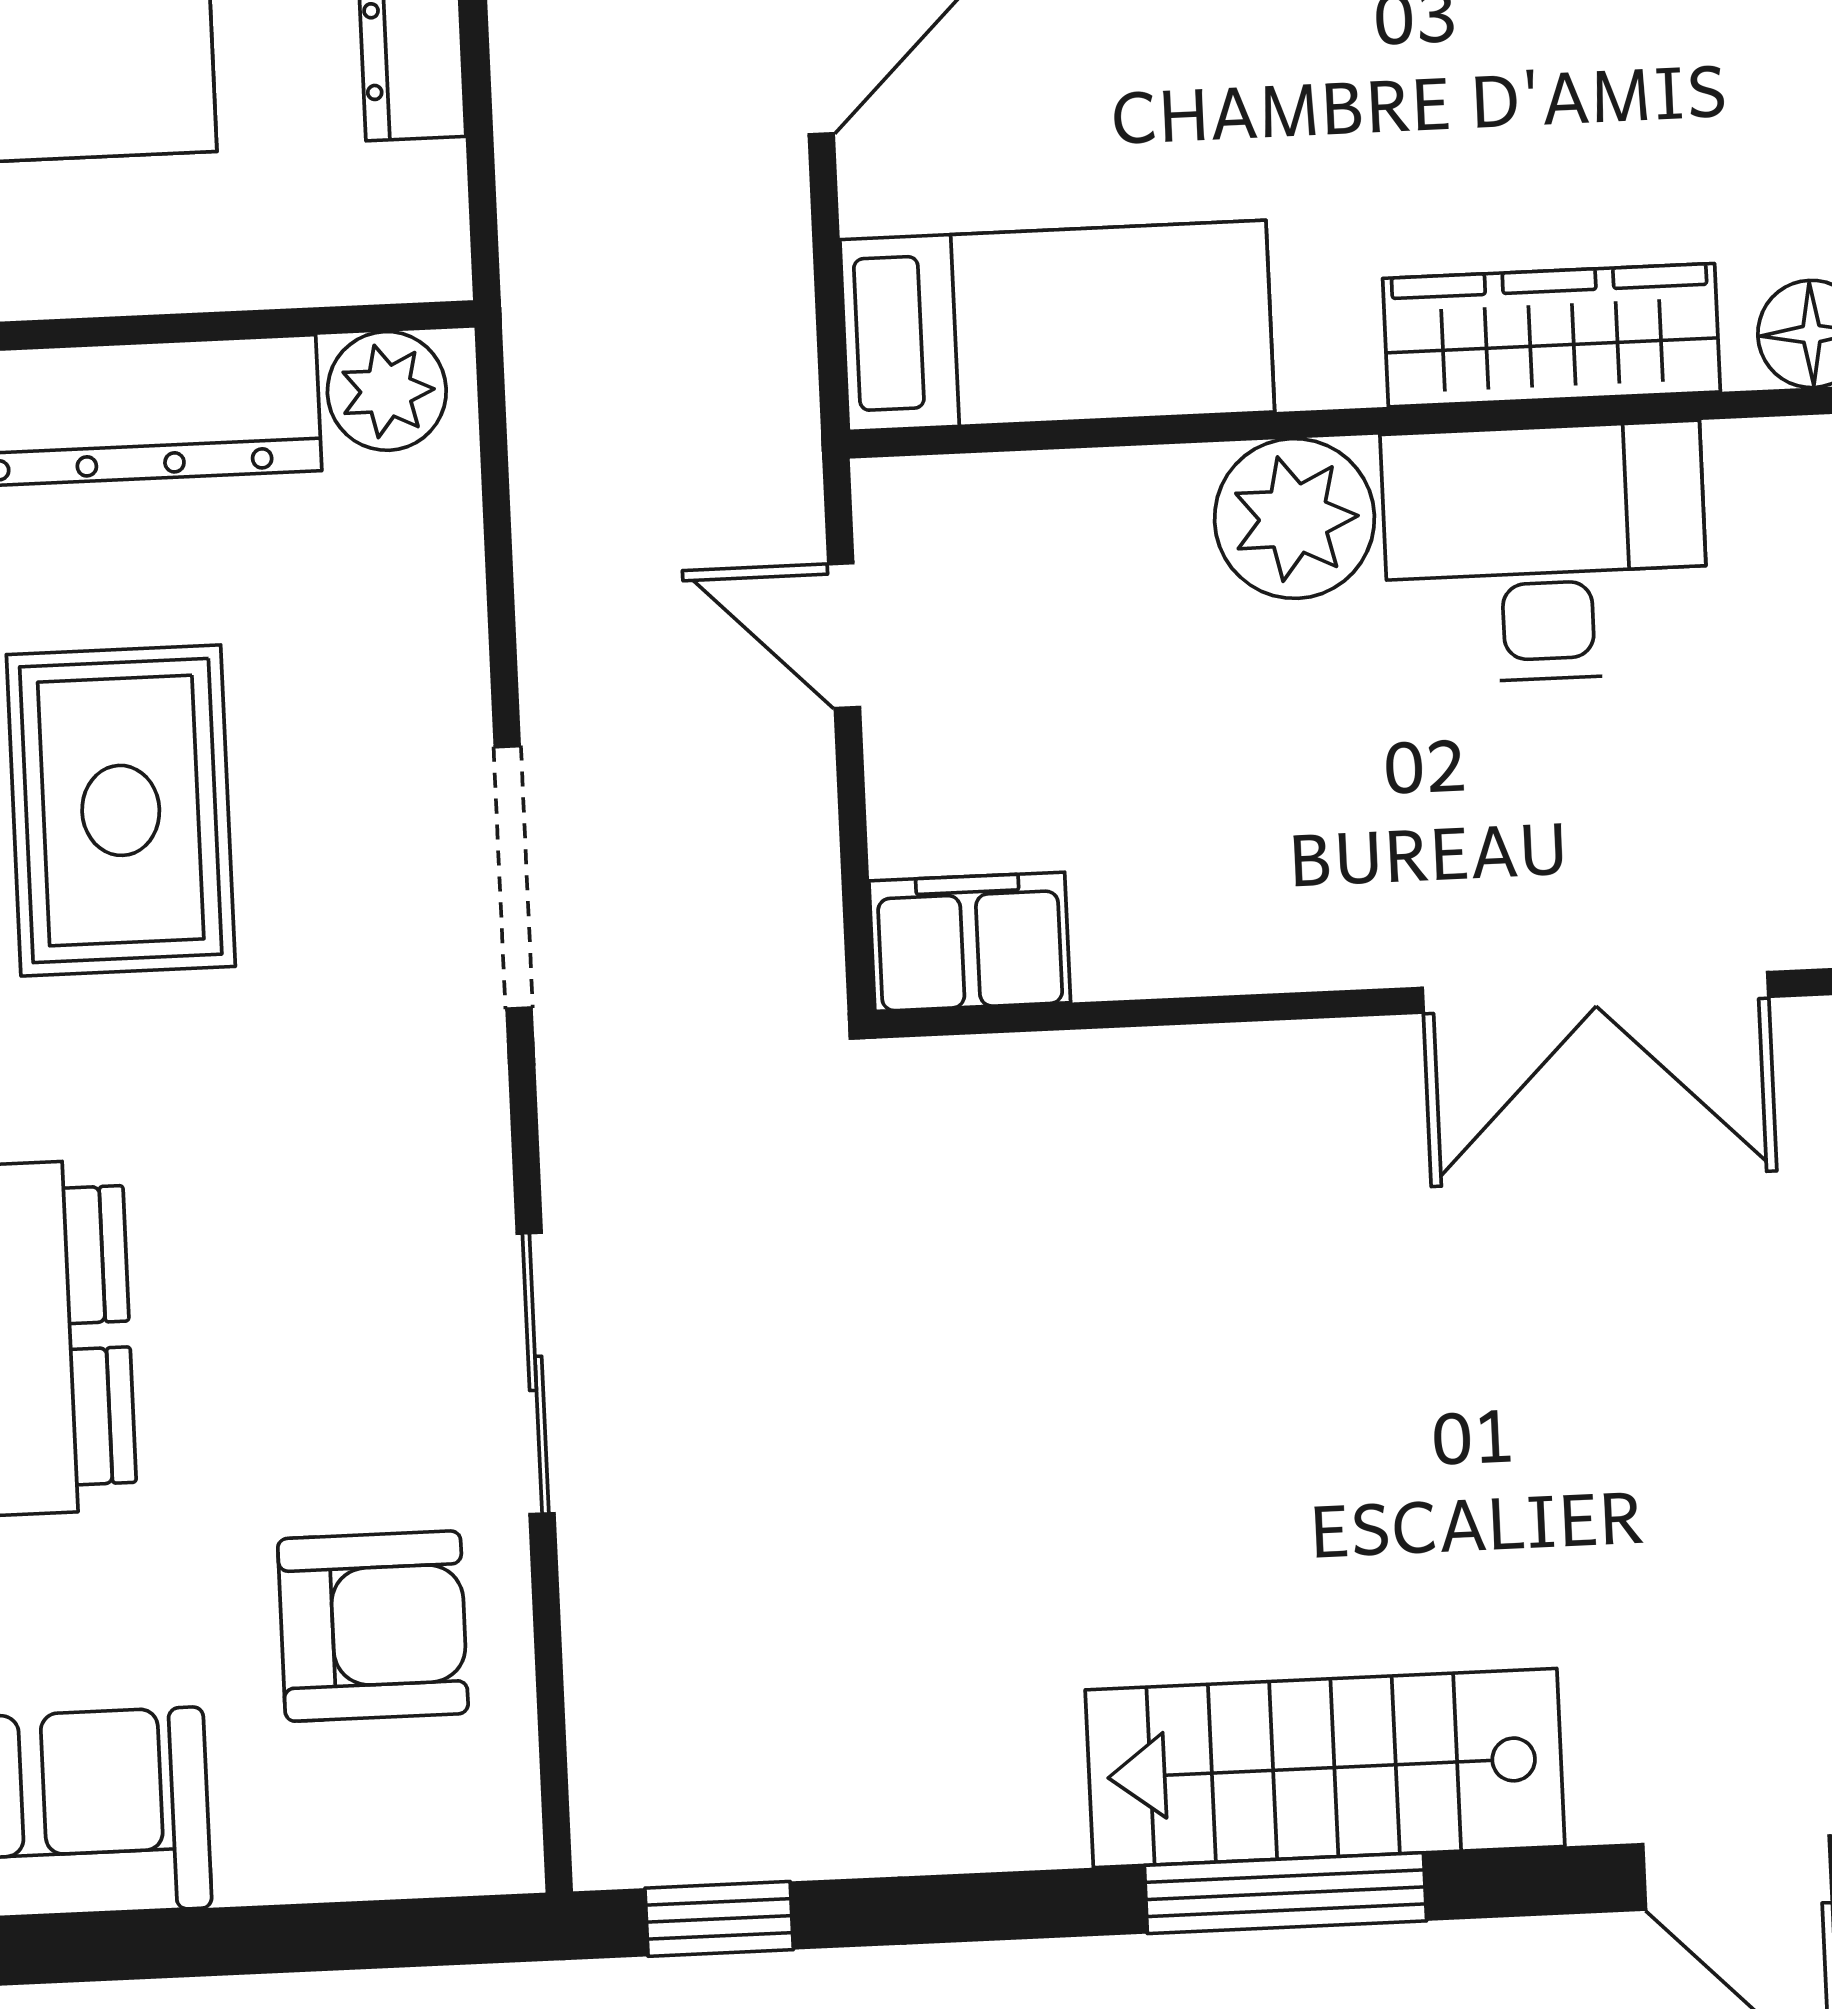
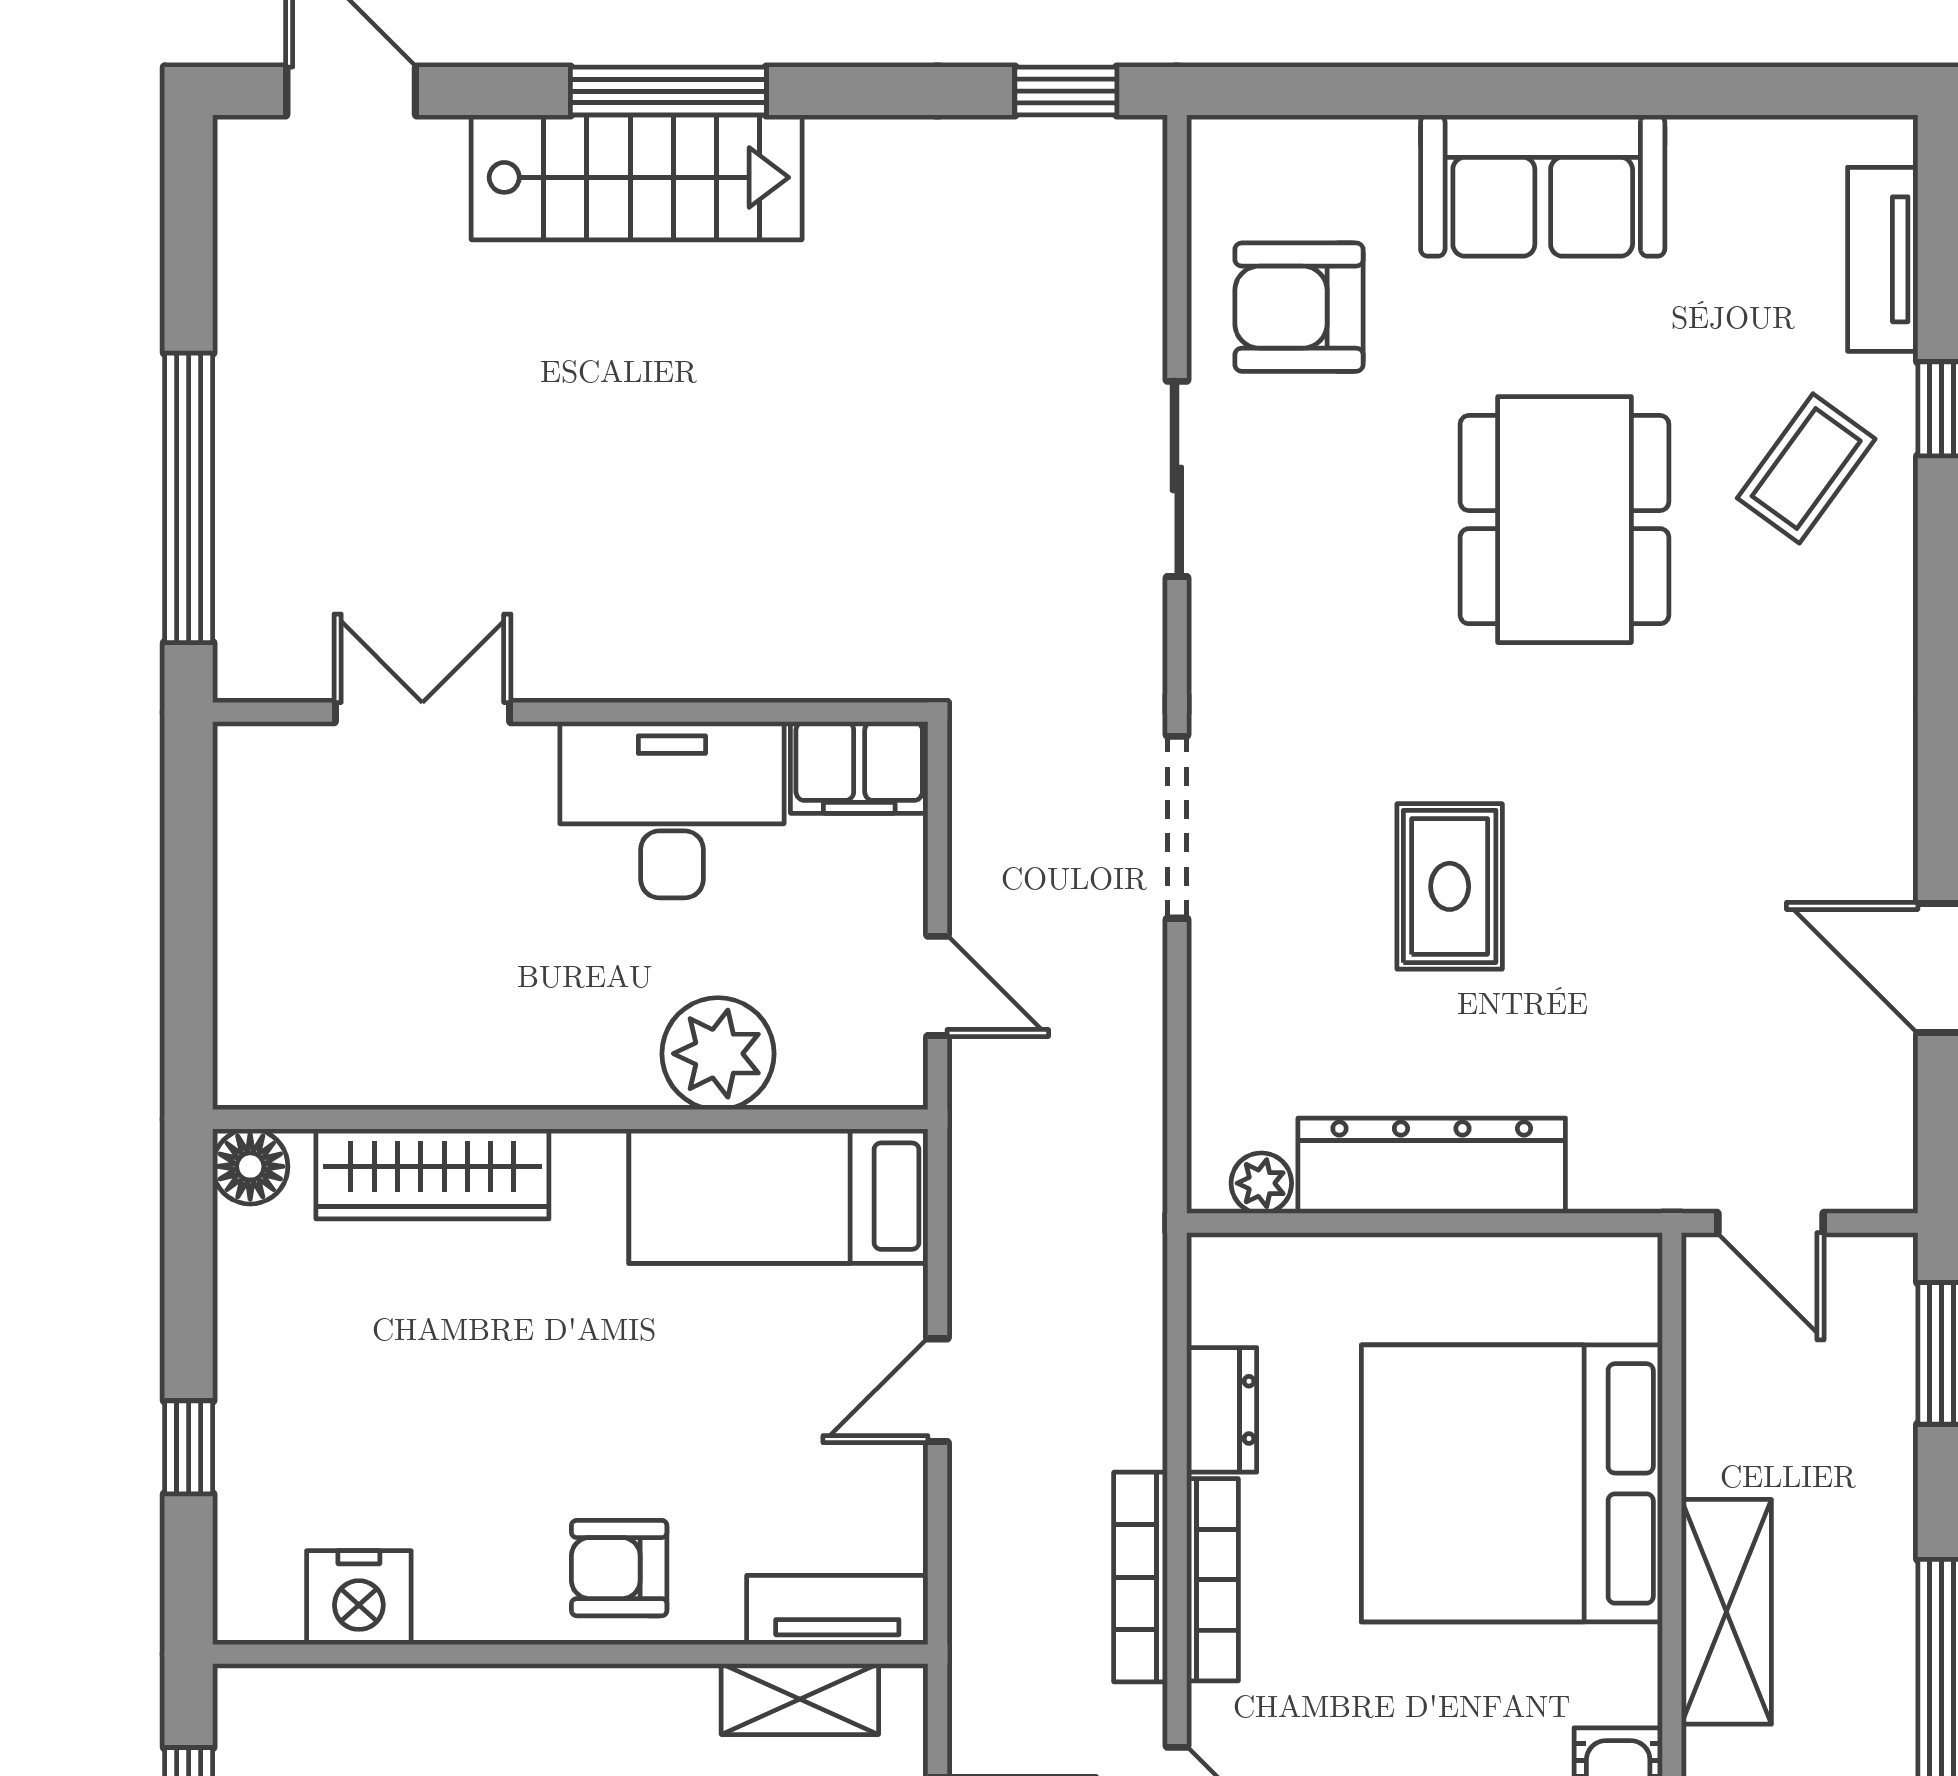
plant: (387, 391) -> (1261, 1183), width x0.73, depth x0.73
plant: (1294, 518) -> (718, 1054), moved
desk: (1545, 553) -> (672, 810), moved, turned 180
rug: (121, 810) -> (1450, 886), width x0.73, depth x0.70
double door: (1596, 992) -> (422, 712), width x0.73

